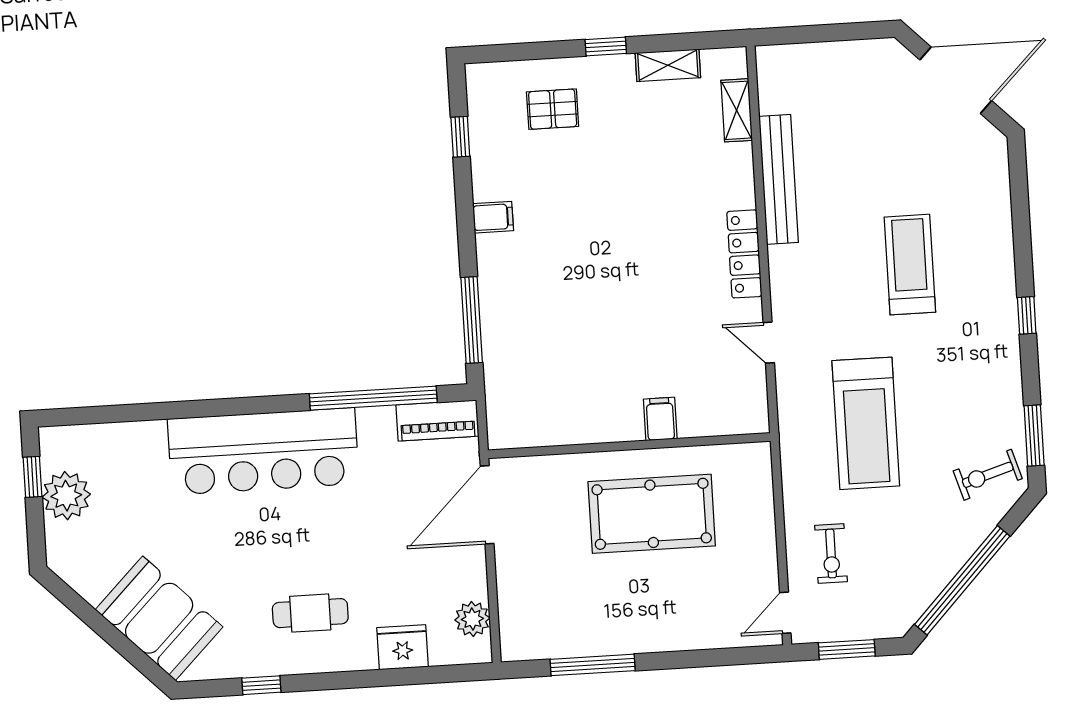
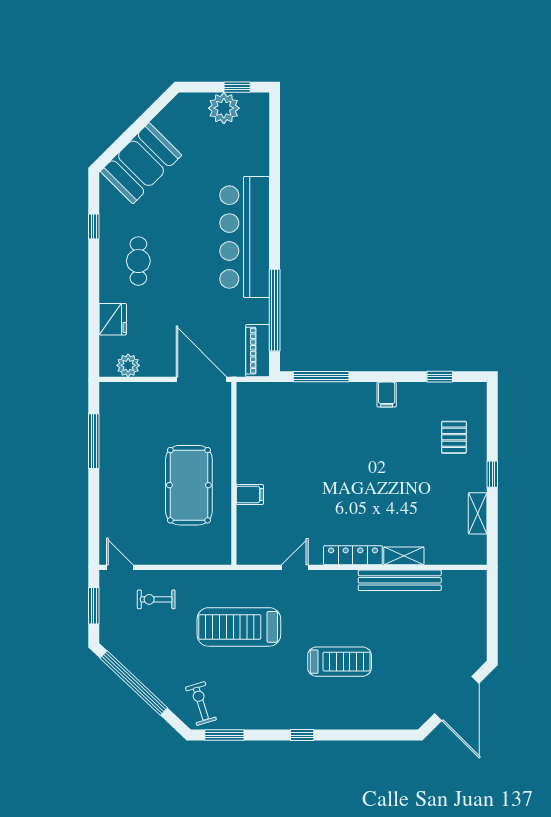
shelving: (737, 110) -> (404, 556), moved

